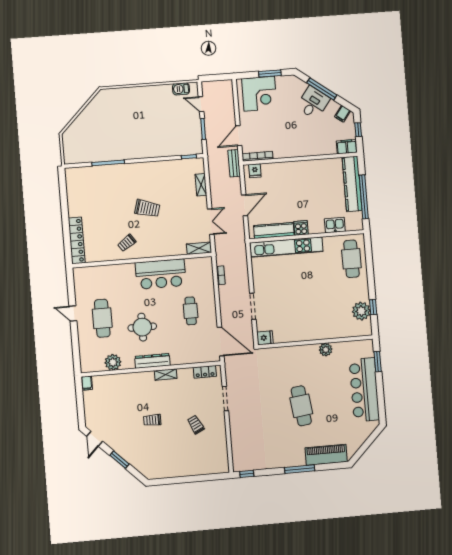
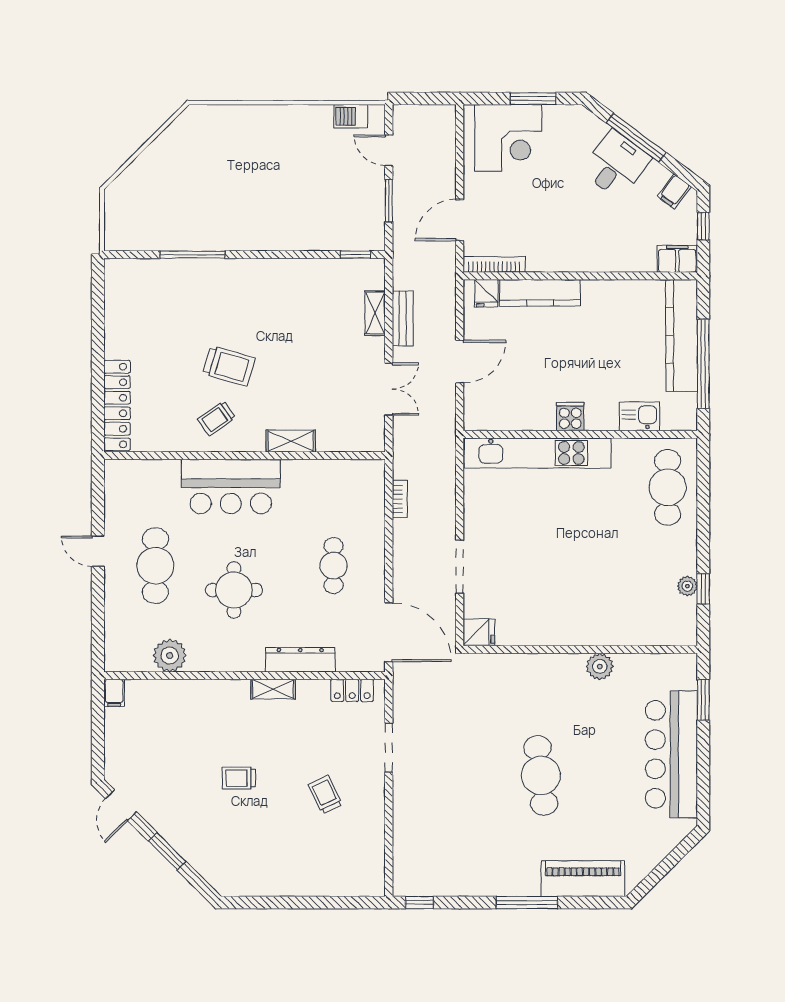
bench: (234, 163) -> (403, 318), moved
trolley: (147, 208) -> (229, 366), moved
kitchen counter: (274, 231) -> (540, 293), moved, turned 180
shelving: (199, 248) -> (291, 441), moved
bar counter: (161, 274) -> (231, 487), moved
plant: (361, 311) -> (687, 586), width x0.53, depth x0.53
dresser: (153, 361) -> (300, 660), moved

